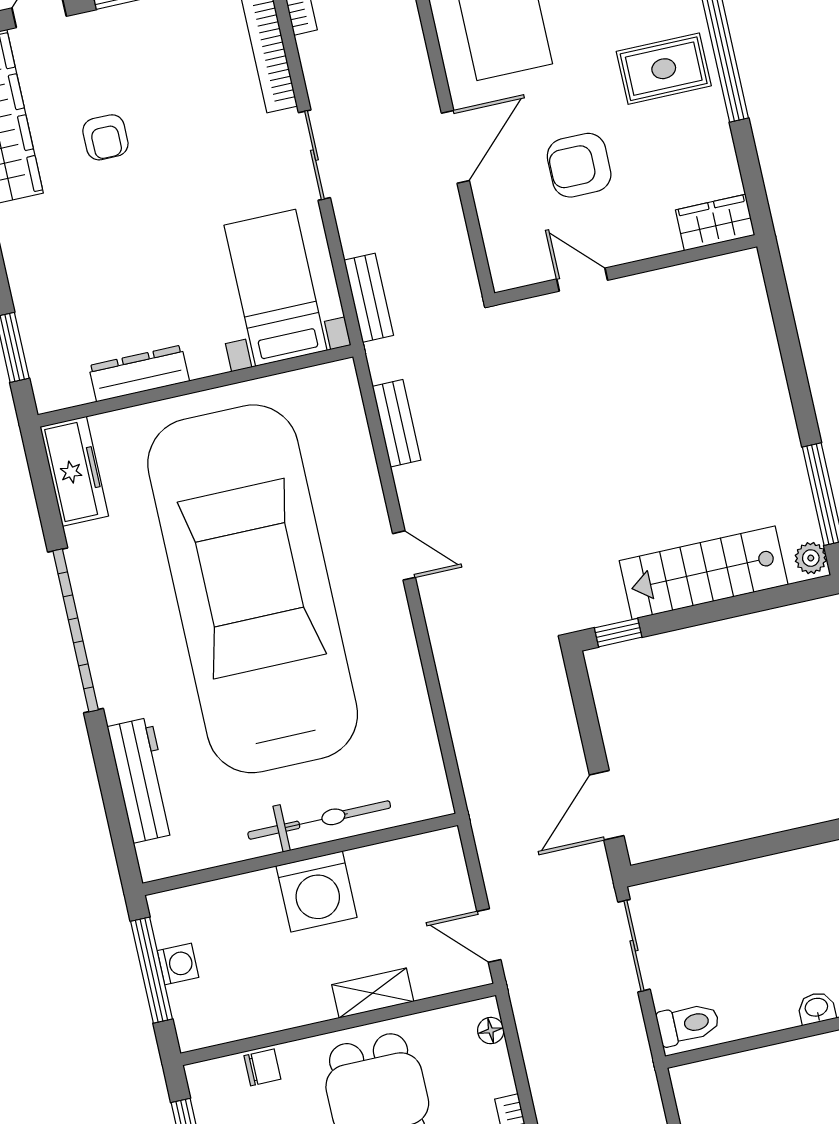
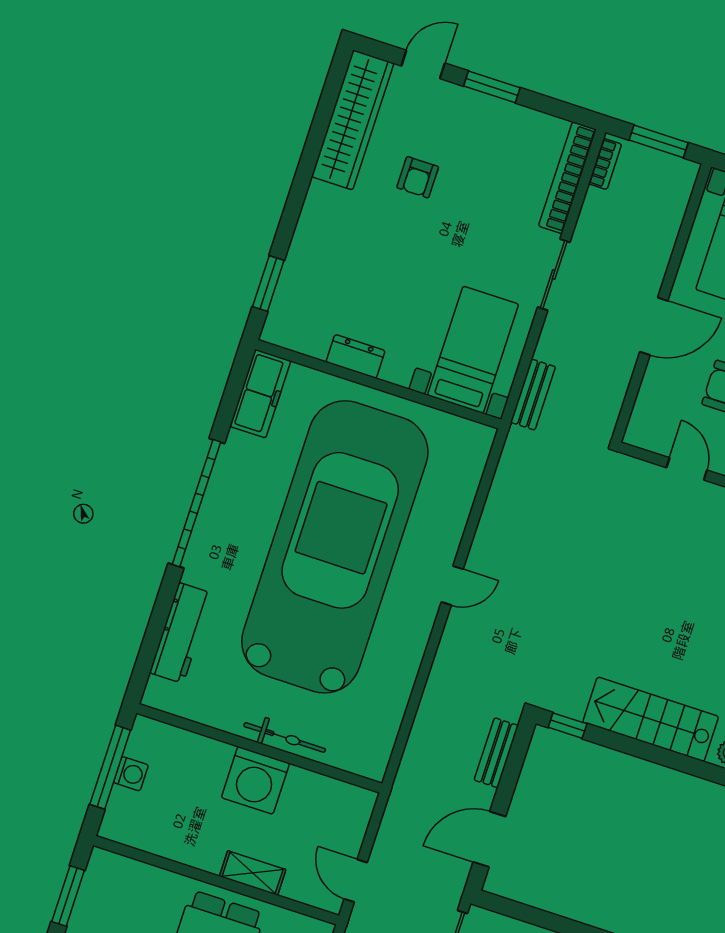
dresser: (139, 373) -> (356, 356), width x0.70
bench: (397, 423) -> (496, 753), moved
door: (404, 555) -> (452, 586), hinge flipped
bicycle: (319, 820) -> (285, 738), width x0.73, depth x0.71
chair: (262, 1067) -> (147, 879), removed

